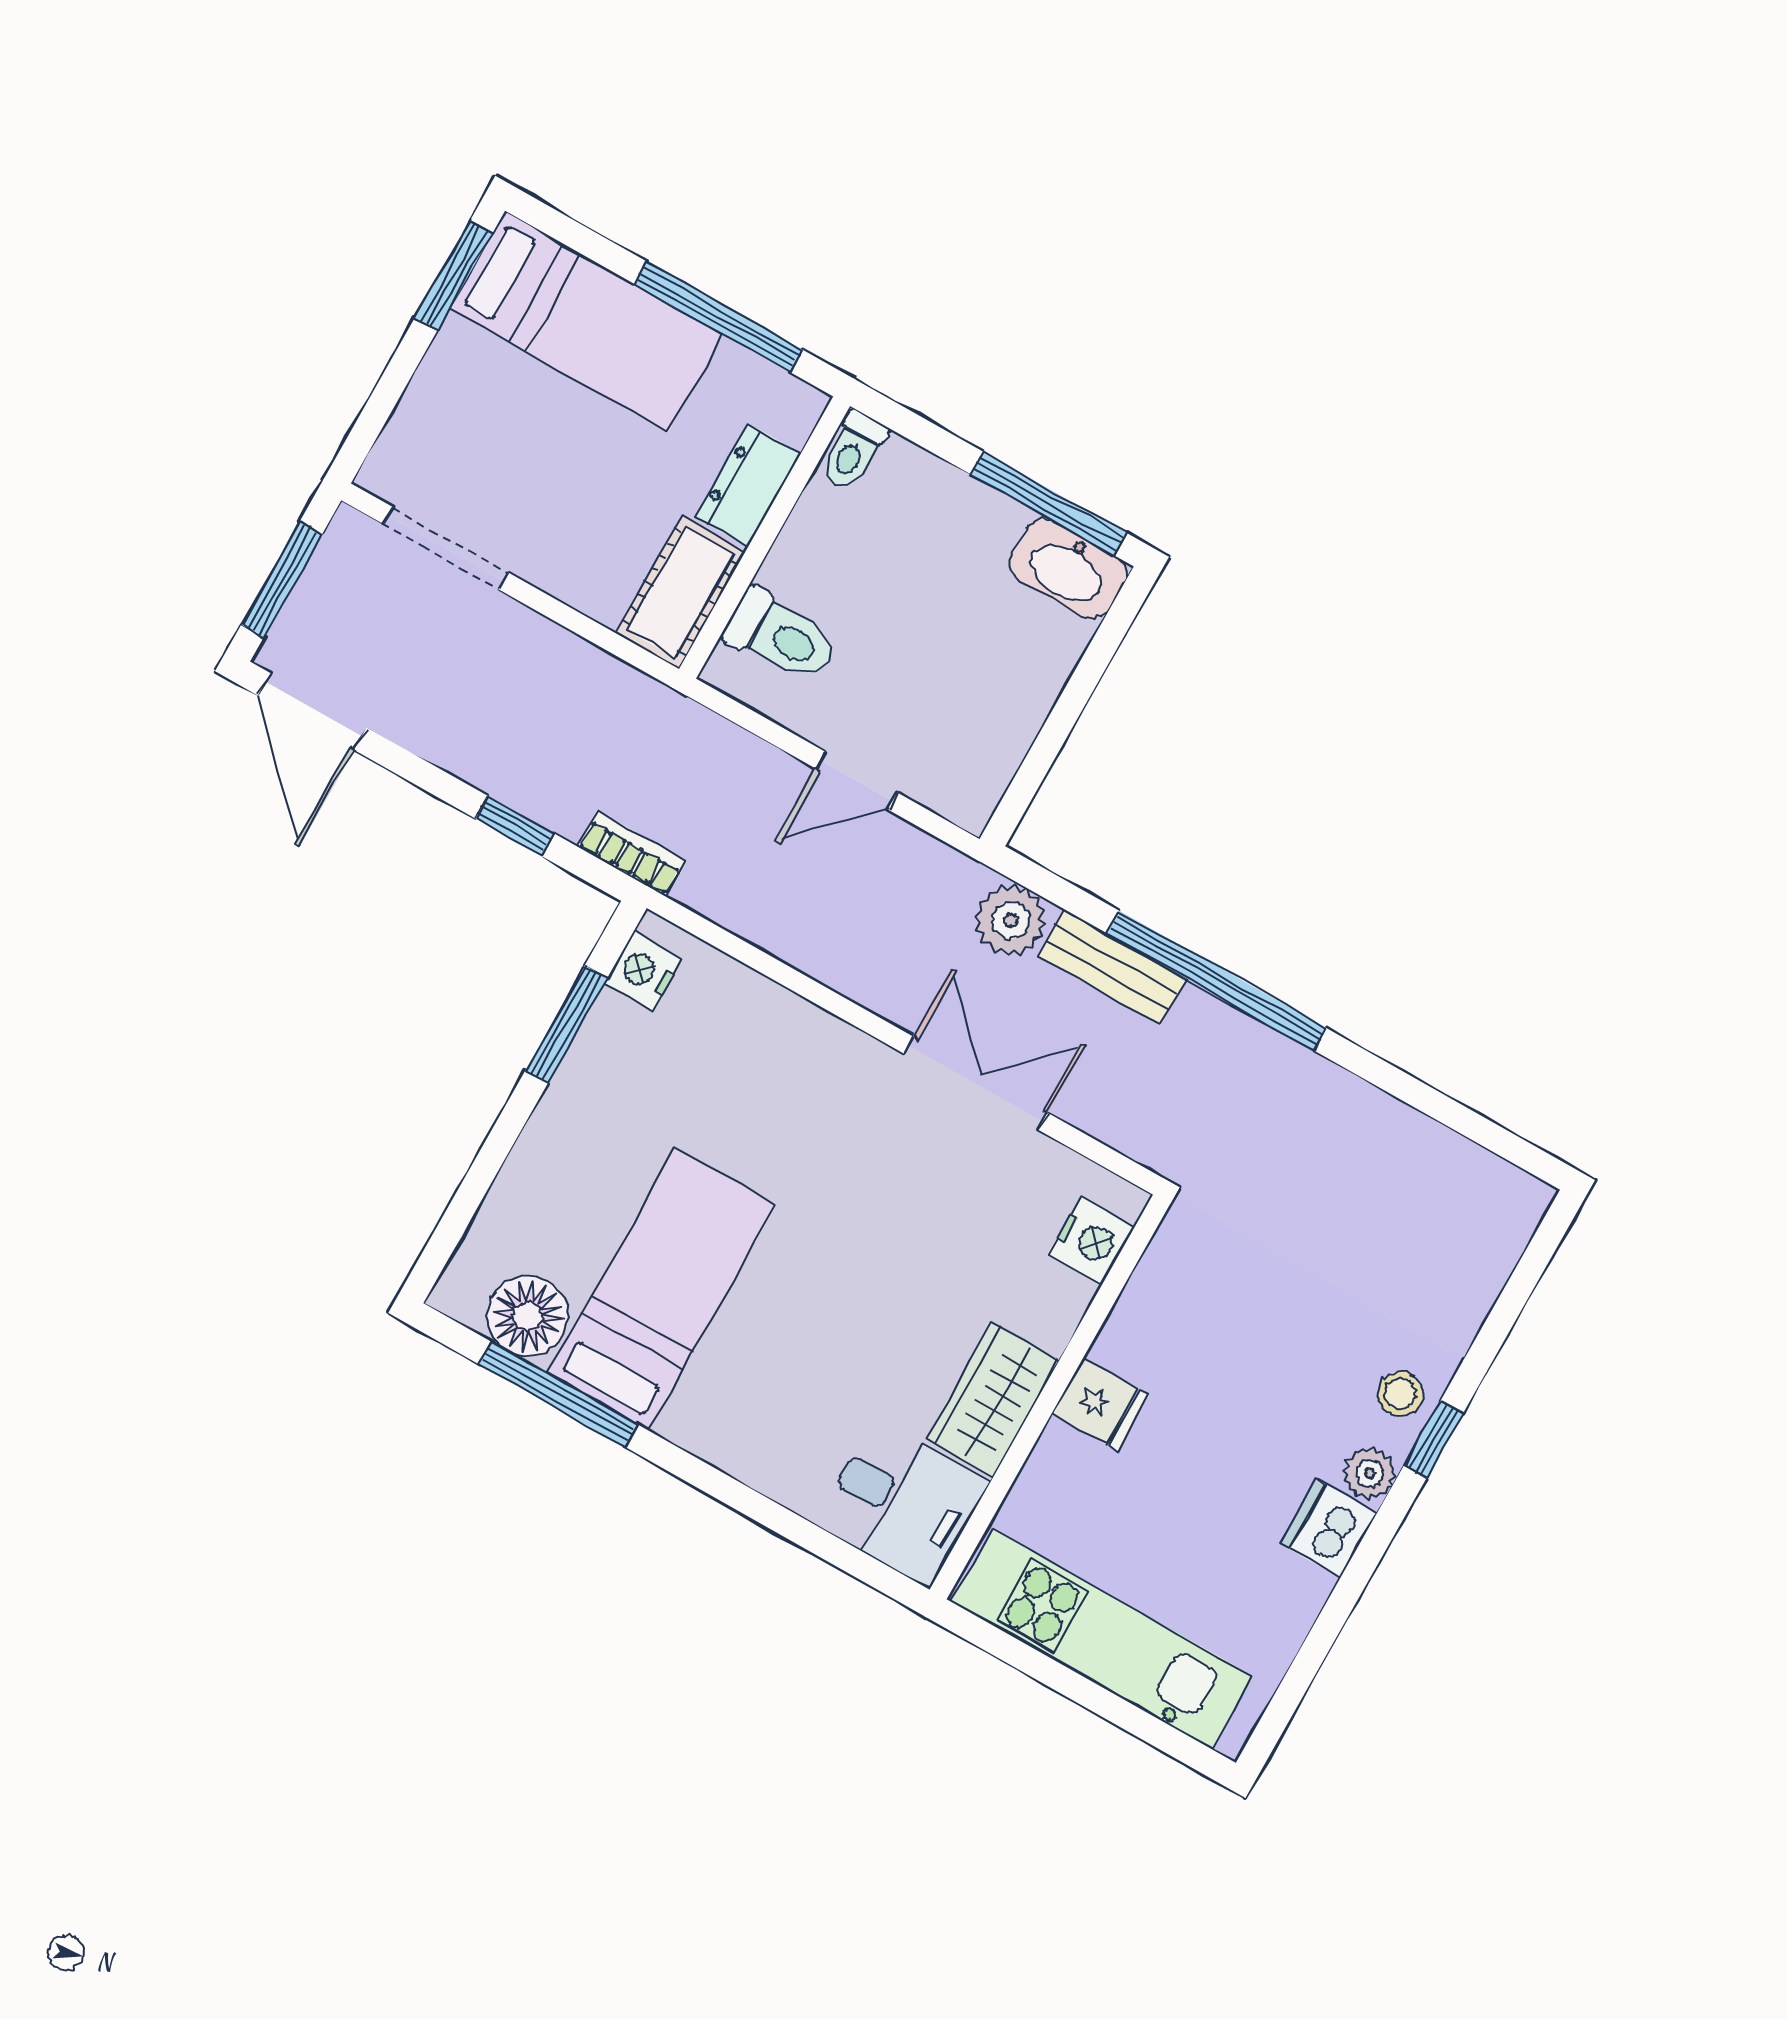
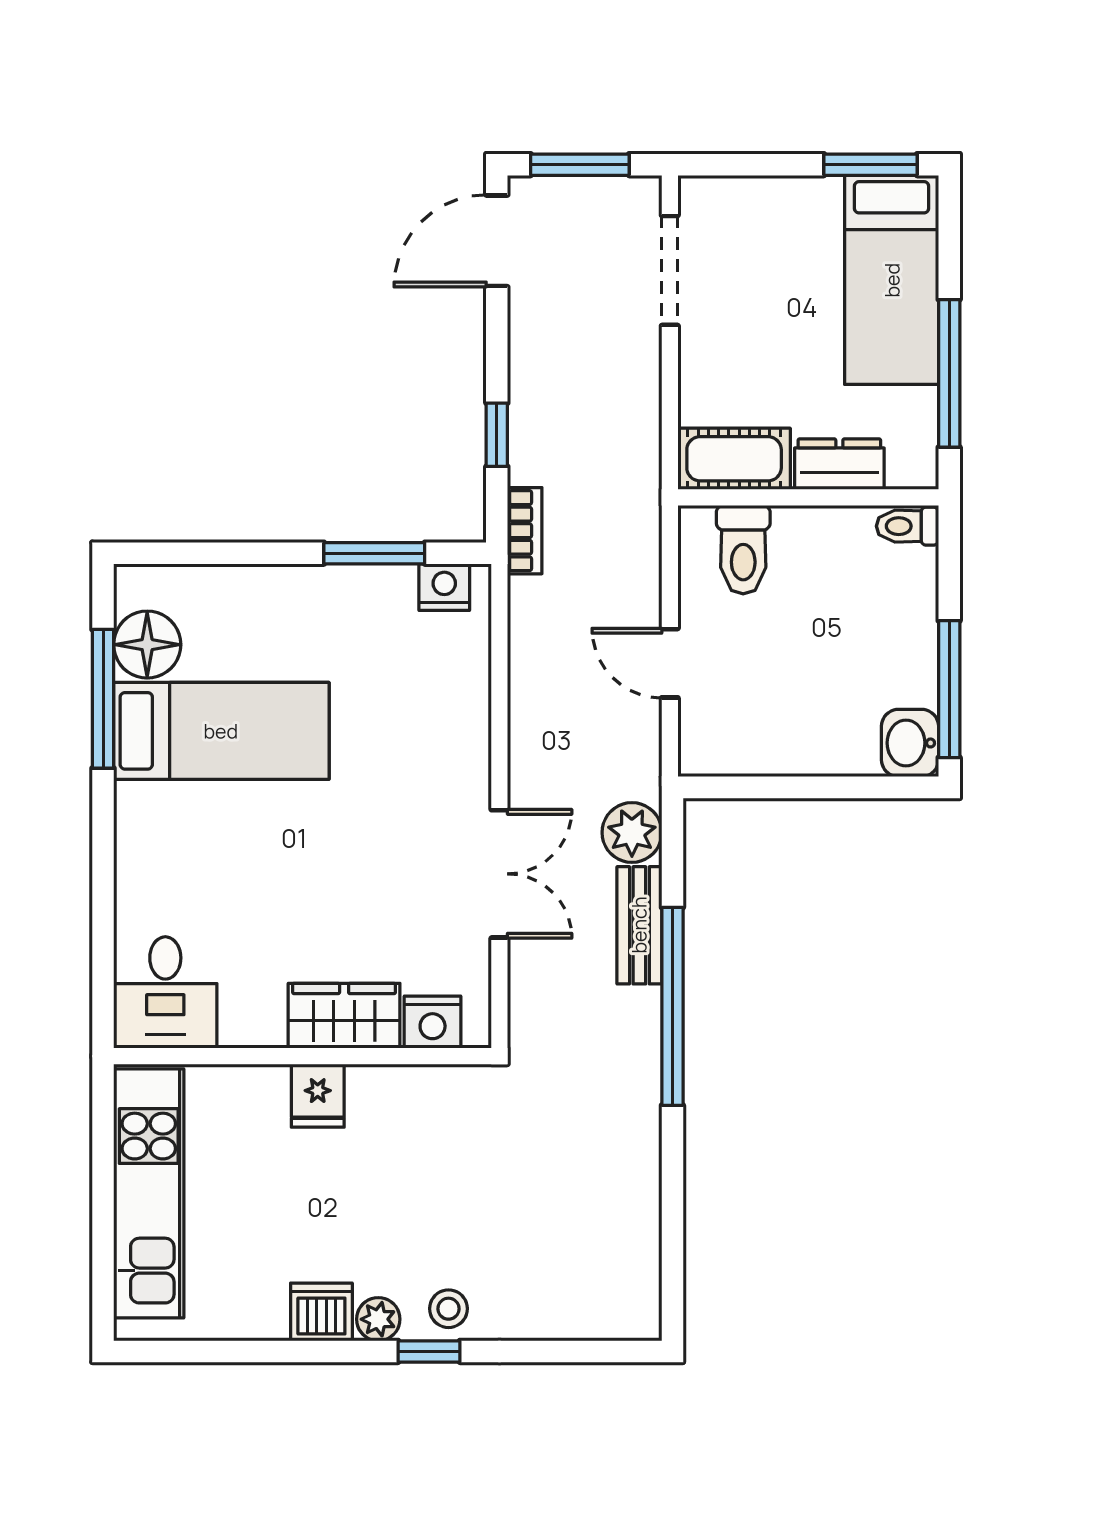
washbasin: (1068, 569) -> (910, 743), width x0.72
wardrobe: (992, 1400) -> (344, 1016), moved

